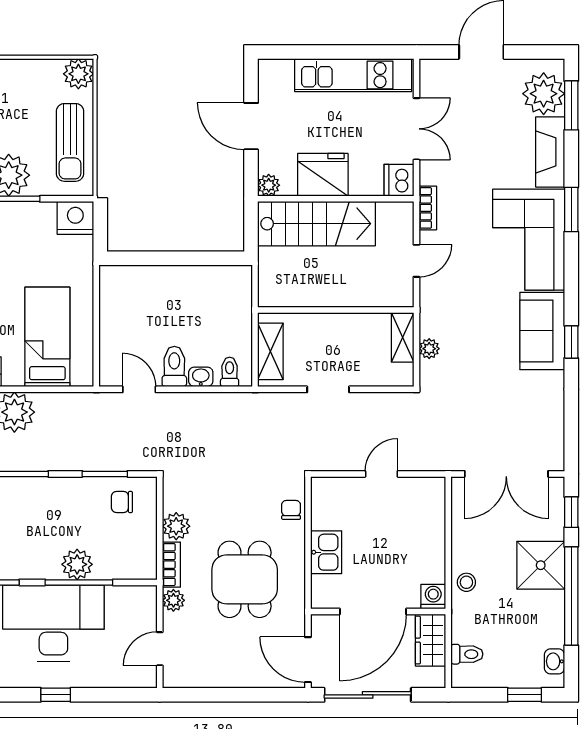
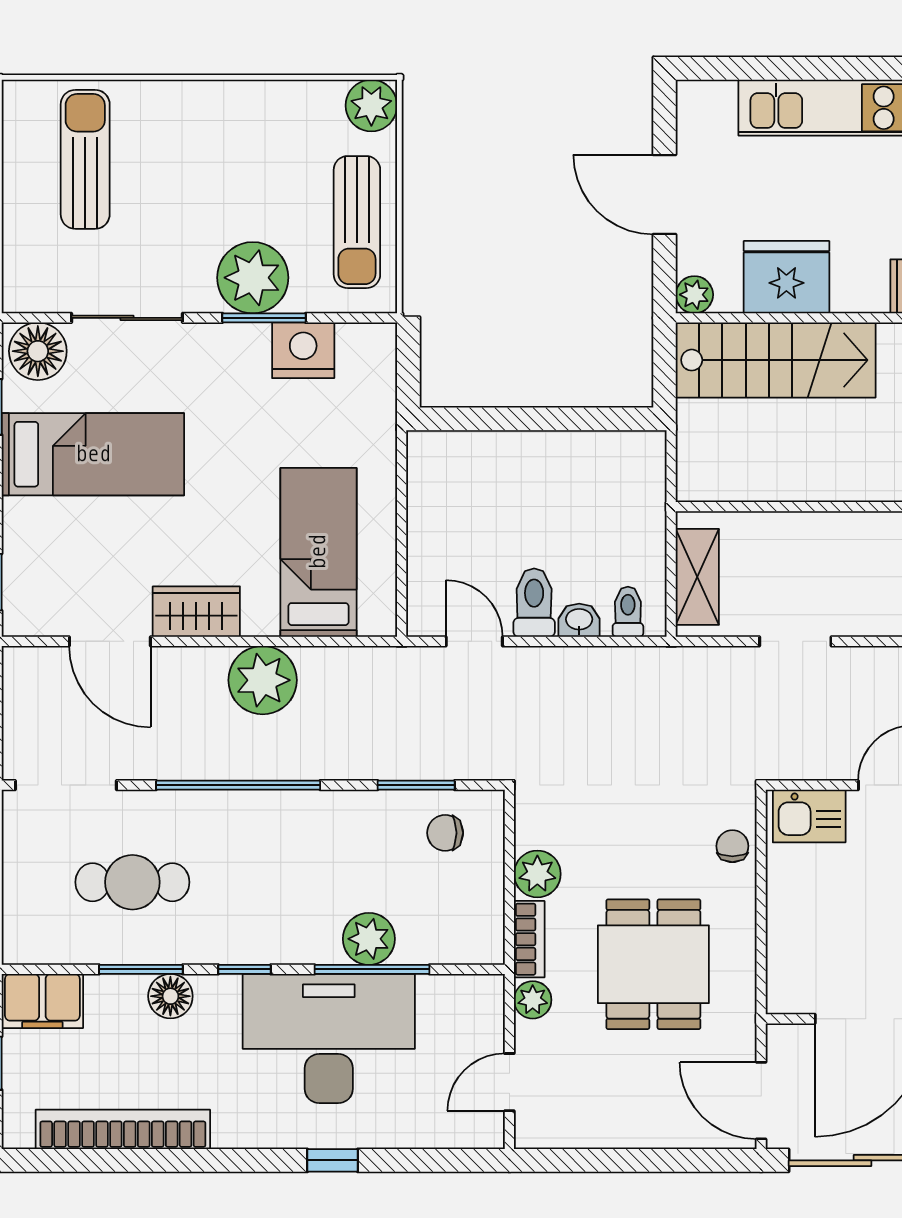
nightstand: (75, 218) -> (303, 350), moved
kitchen sink: (326, 552) -> (809, 816), moved, turned 90

